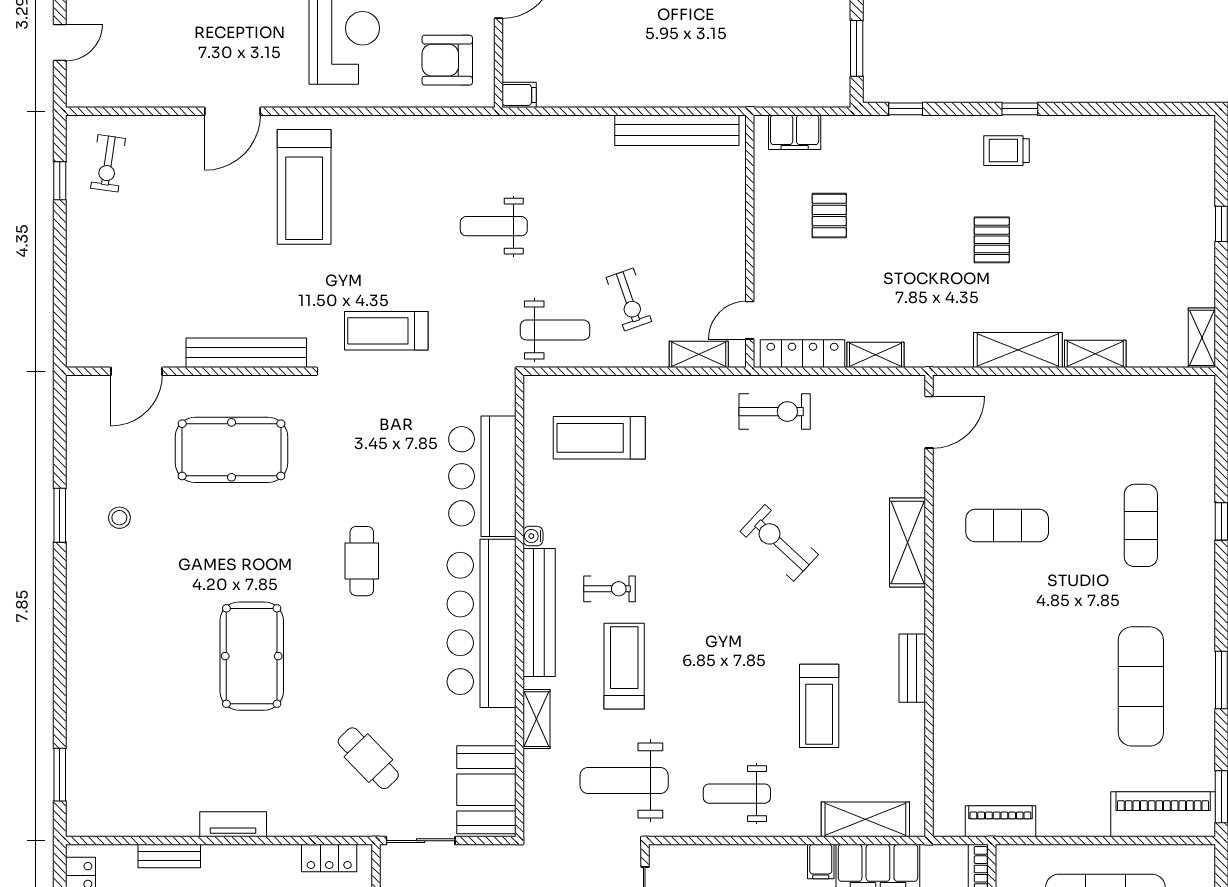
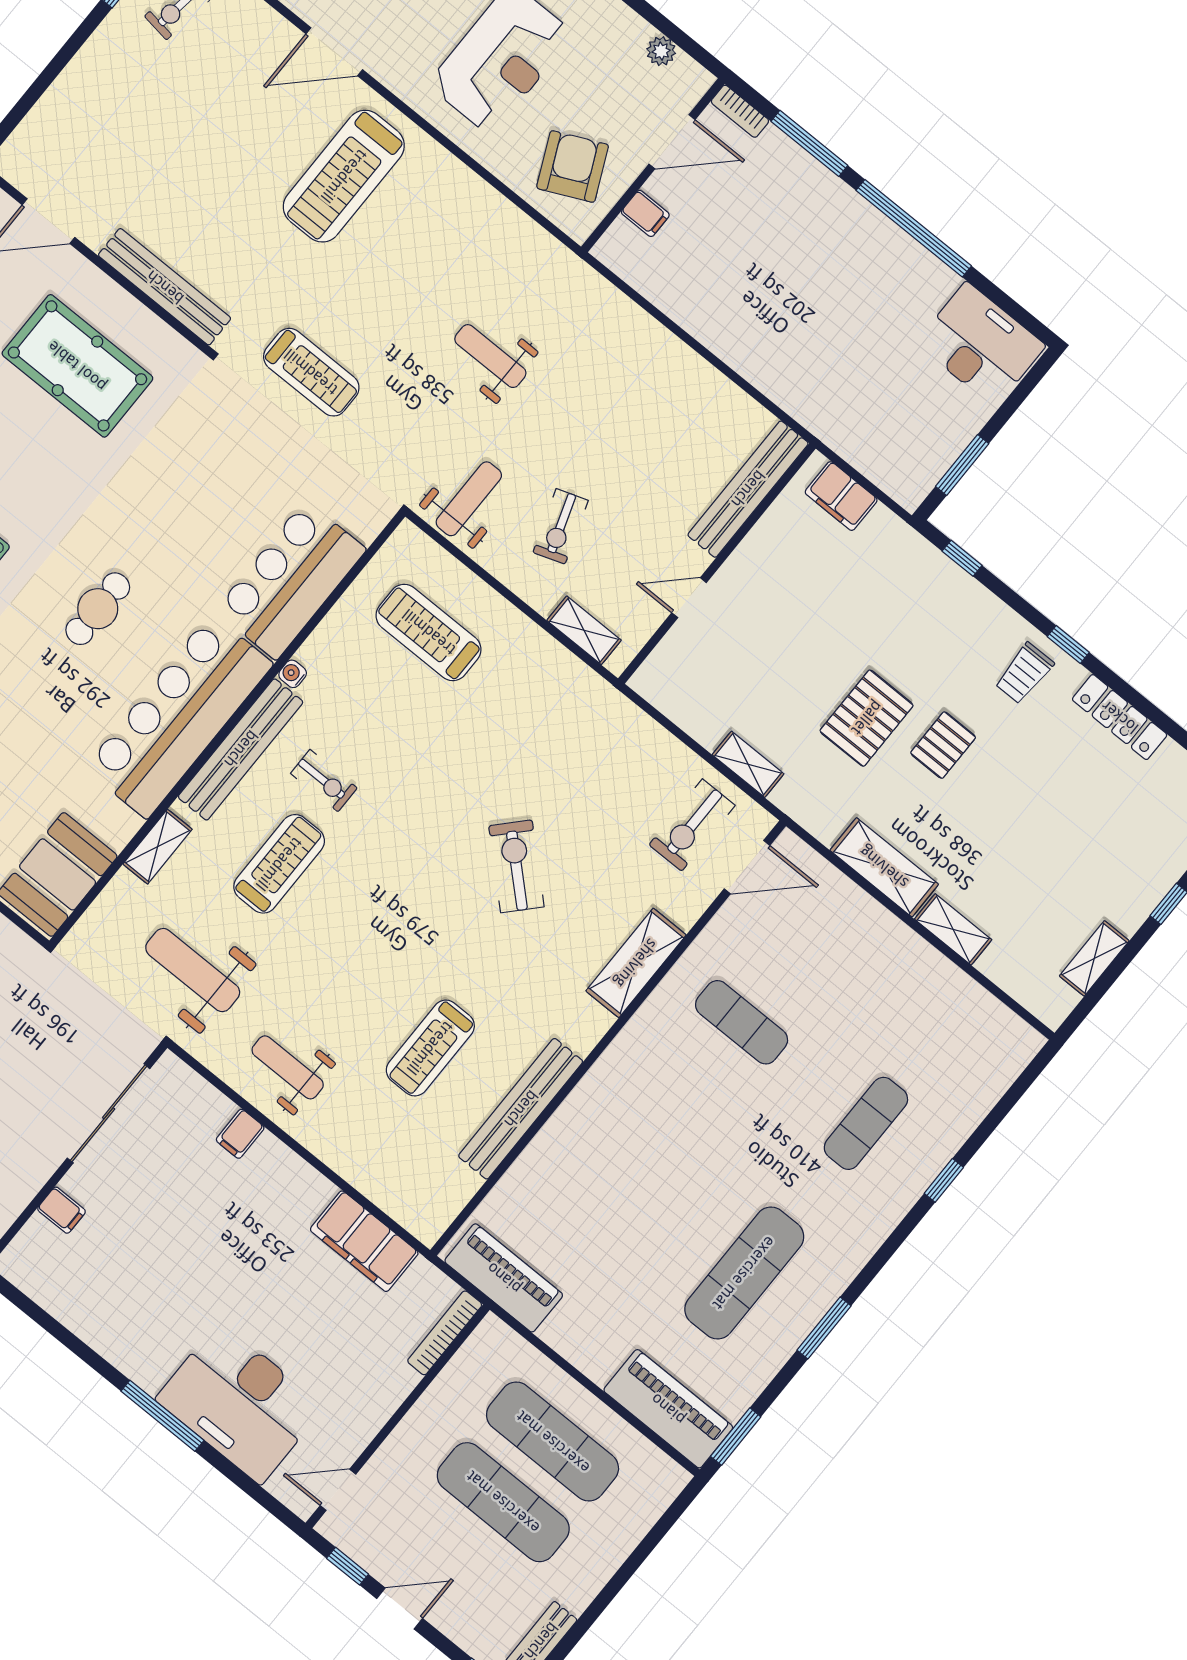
armchair: (447, 60) -> (573, 166), turned 65
filing cabinet: (519, 95) -> (645, 213), moved
bench: (677, 130) -> (748, 489), moved, turned 90
trolley: (1007, 151) -> (1024, 673), turned -90
pallet: (829, 216) -> (867, 718), moved, width x1.50, depth x1.42
door: (750, 320) -> (689, 598), moved
weight bench: (555, 330) -> (469, 499), turned -90
treadmill: (386, 331) -> (311, 372), turned 180
shelving: (1202, 338) -> (1094, 958), moved
locker: (802, 354) -> (1120, 717), moved, turned 180
exercise bike: (775, 412) -> (692, 825), moved, turned 90
cafe table: (362, 561) -> (98, 609), moved
bench: (912, 668) -> (521, 1109), width x1.86, depth x1.21
shelving: (865, 819) -> (388, 1189), removed
piano: (1000, 821) -> (504, 1278), width x1.37, depth x1.33
filing cabinet: (821, 862) -> (240, 1134), moved

